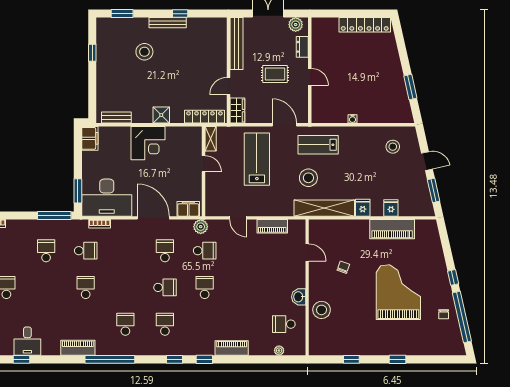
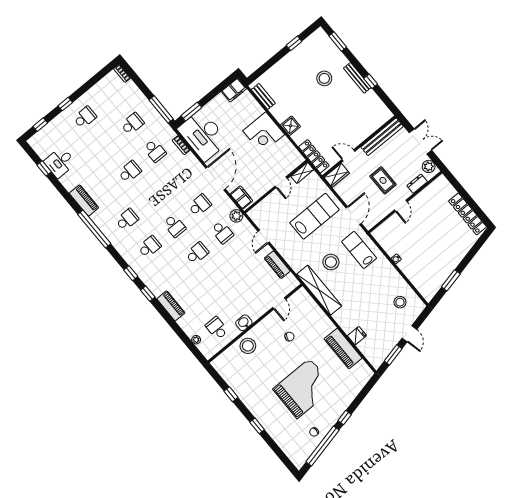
fridge: (363, 208) -> (341, 316), removed

